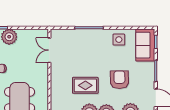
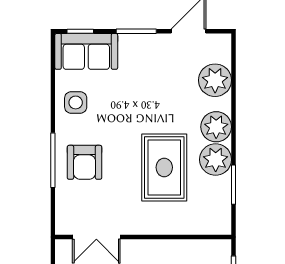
armchair: (119, 80) -> (85, 162), moved, turned -89
rug: (85, 85) -> (164, 167), width x1.36, depth x1.43

